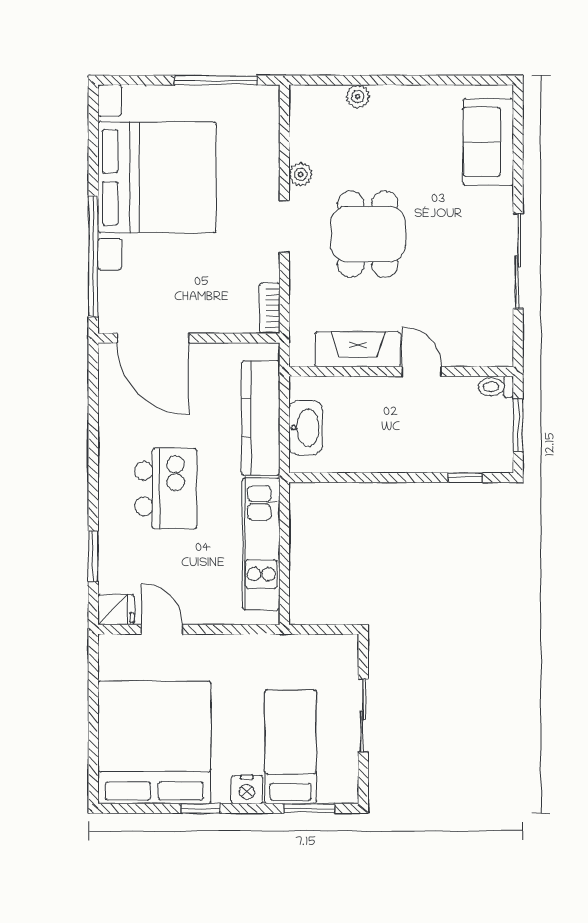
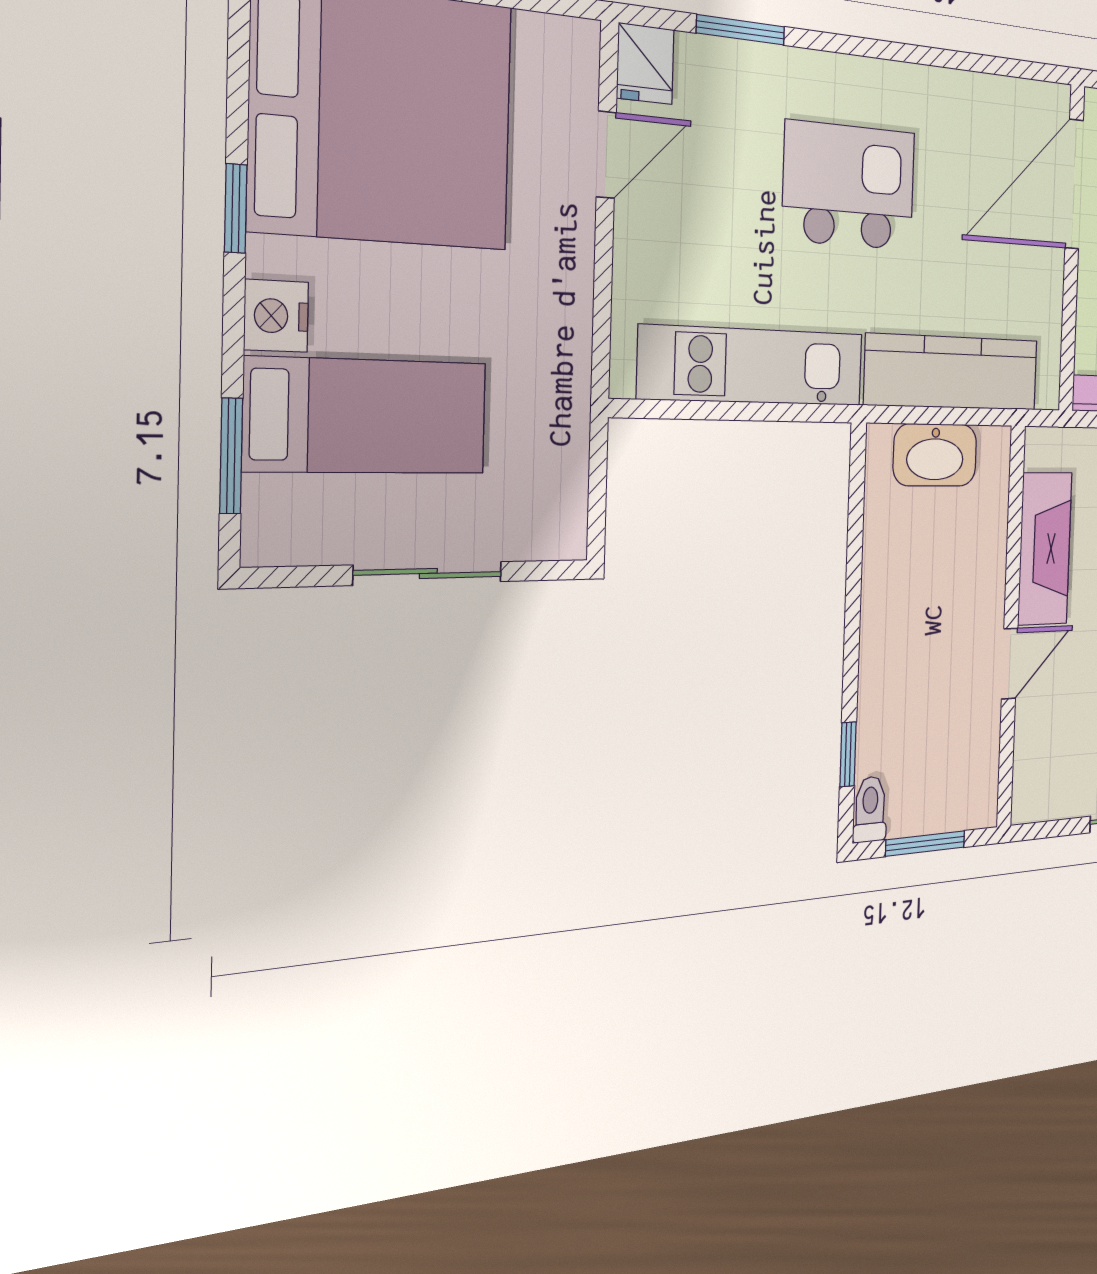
toilet: (496, 387) -> (870, 809), moved
kitchen island: (166, 489) -> (849, 186), turned 180

